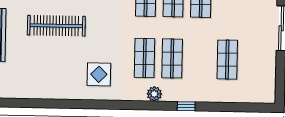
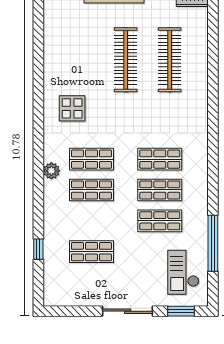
window: (186, 106) -> (38, 249), moved

